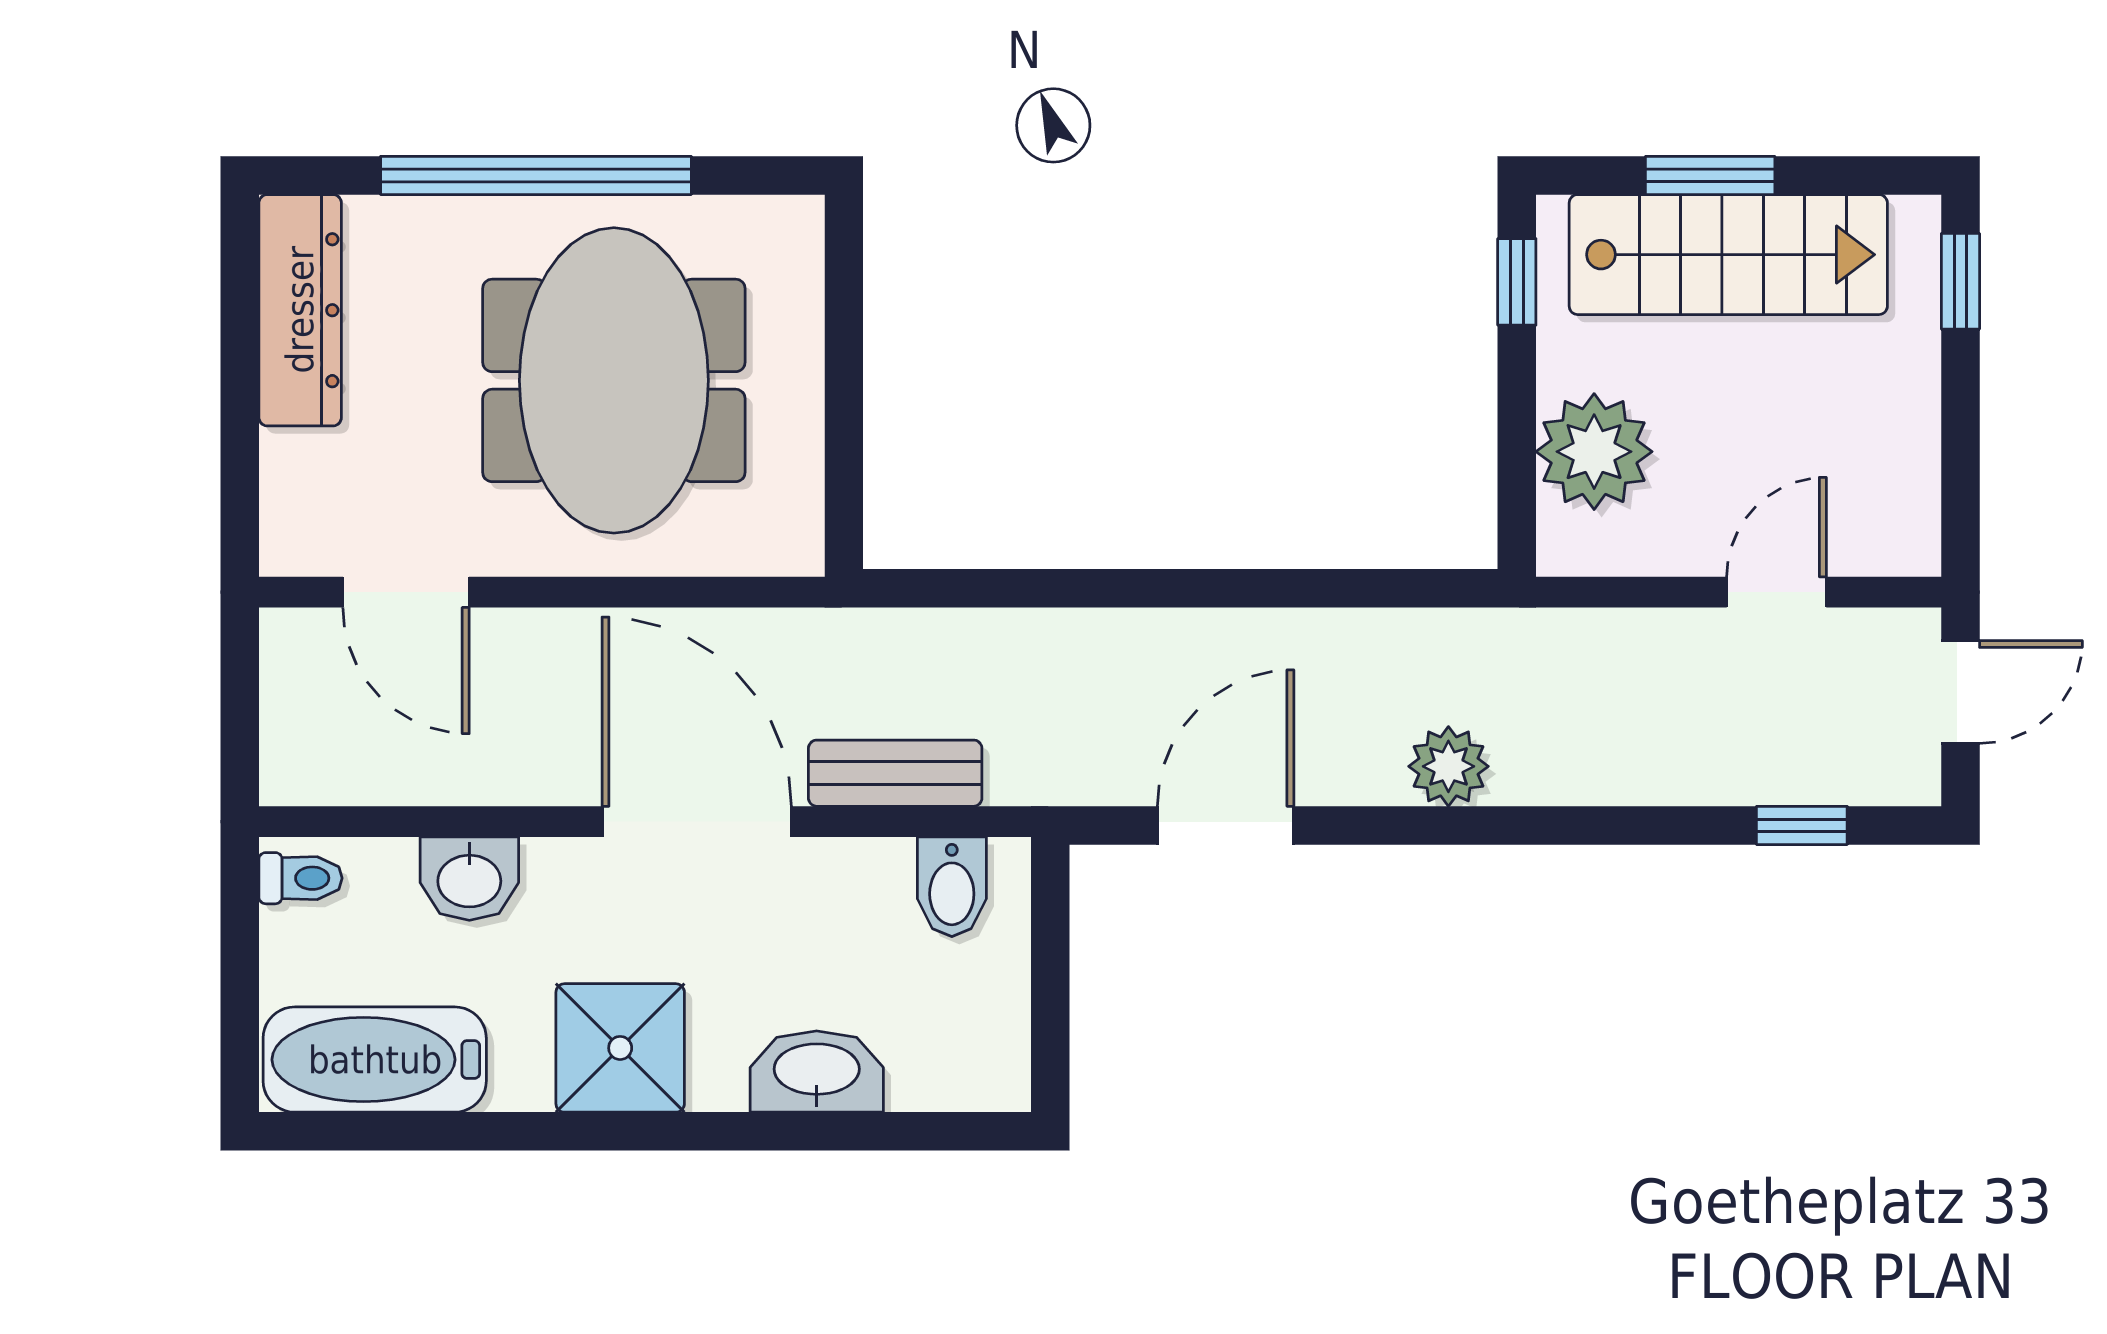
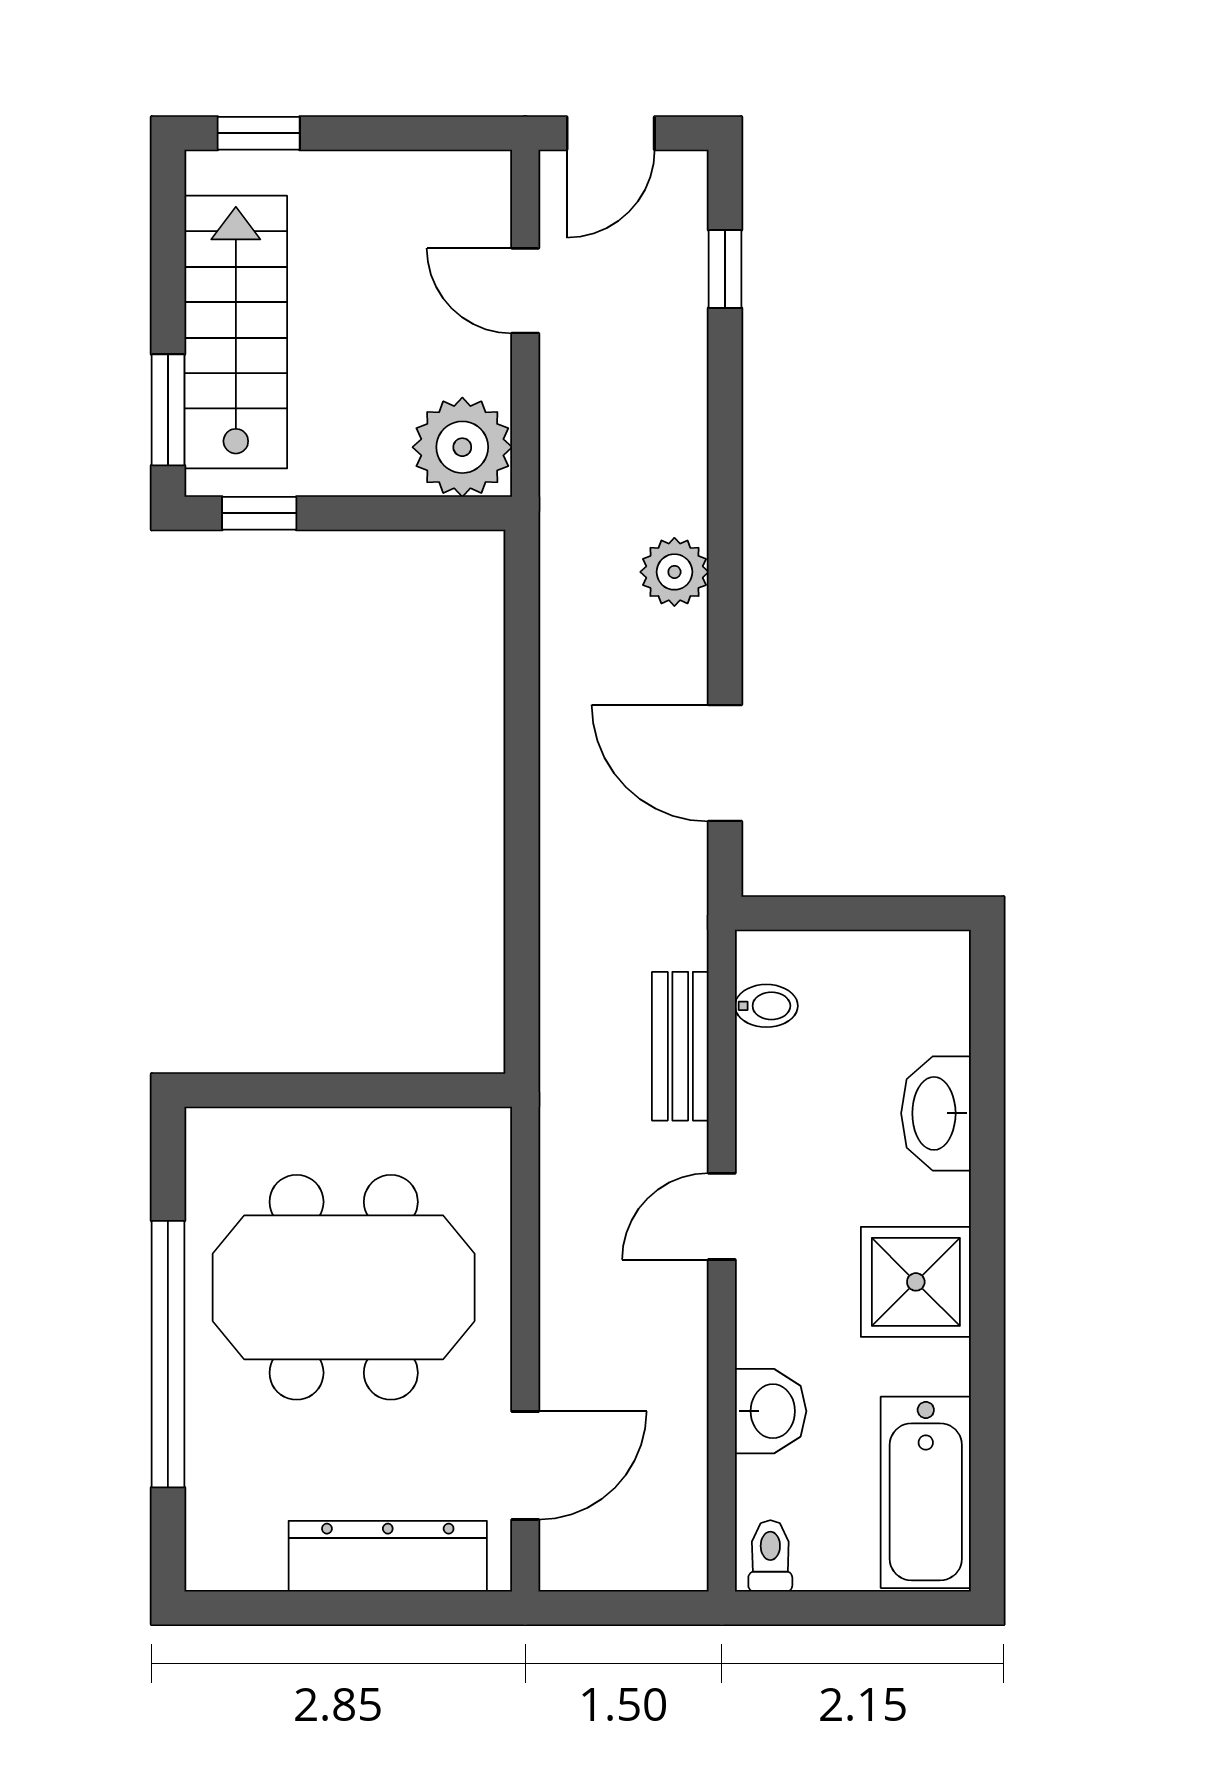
window: (1710, 175) -> (168, 410), moved
dresser: (300, 310) -> (388, 1556), moved
plant: (1594, 452) -> (462, 447), moved
door: (1960, 692) -> (611, 133), swing flipped
door: (697, 822) -> (722, 1216), width x0.53
bidet: (952, 887) -> (766, 1006), width x0.72, depth x0.74

